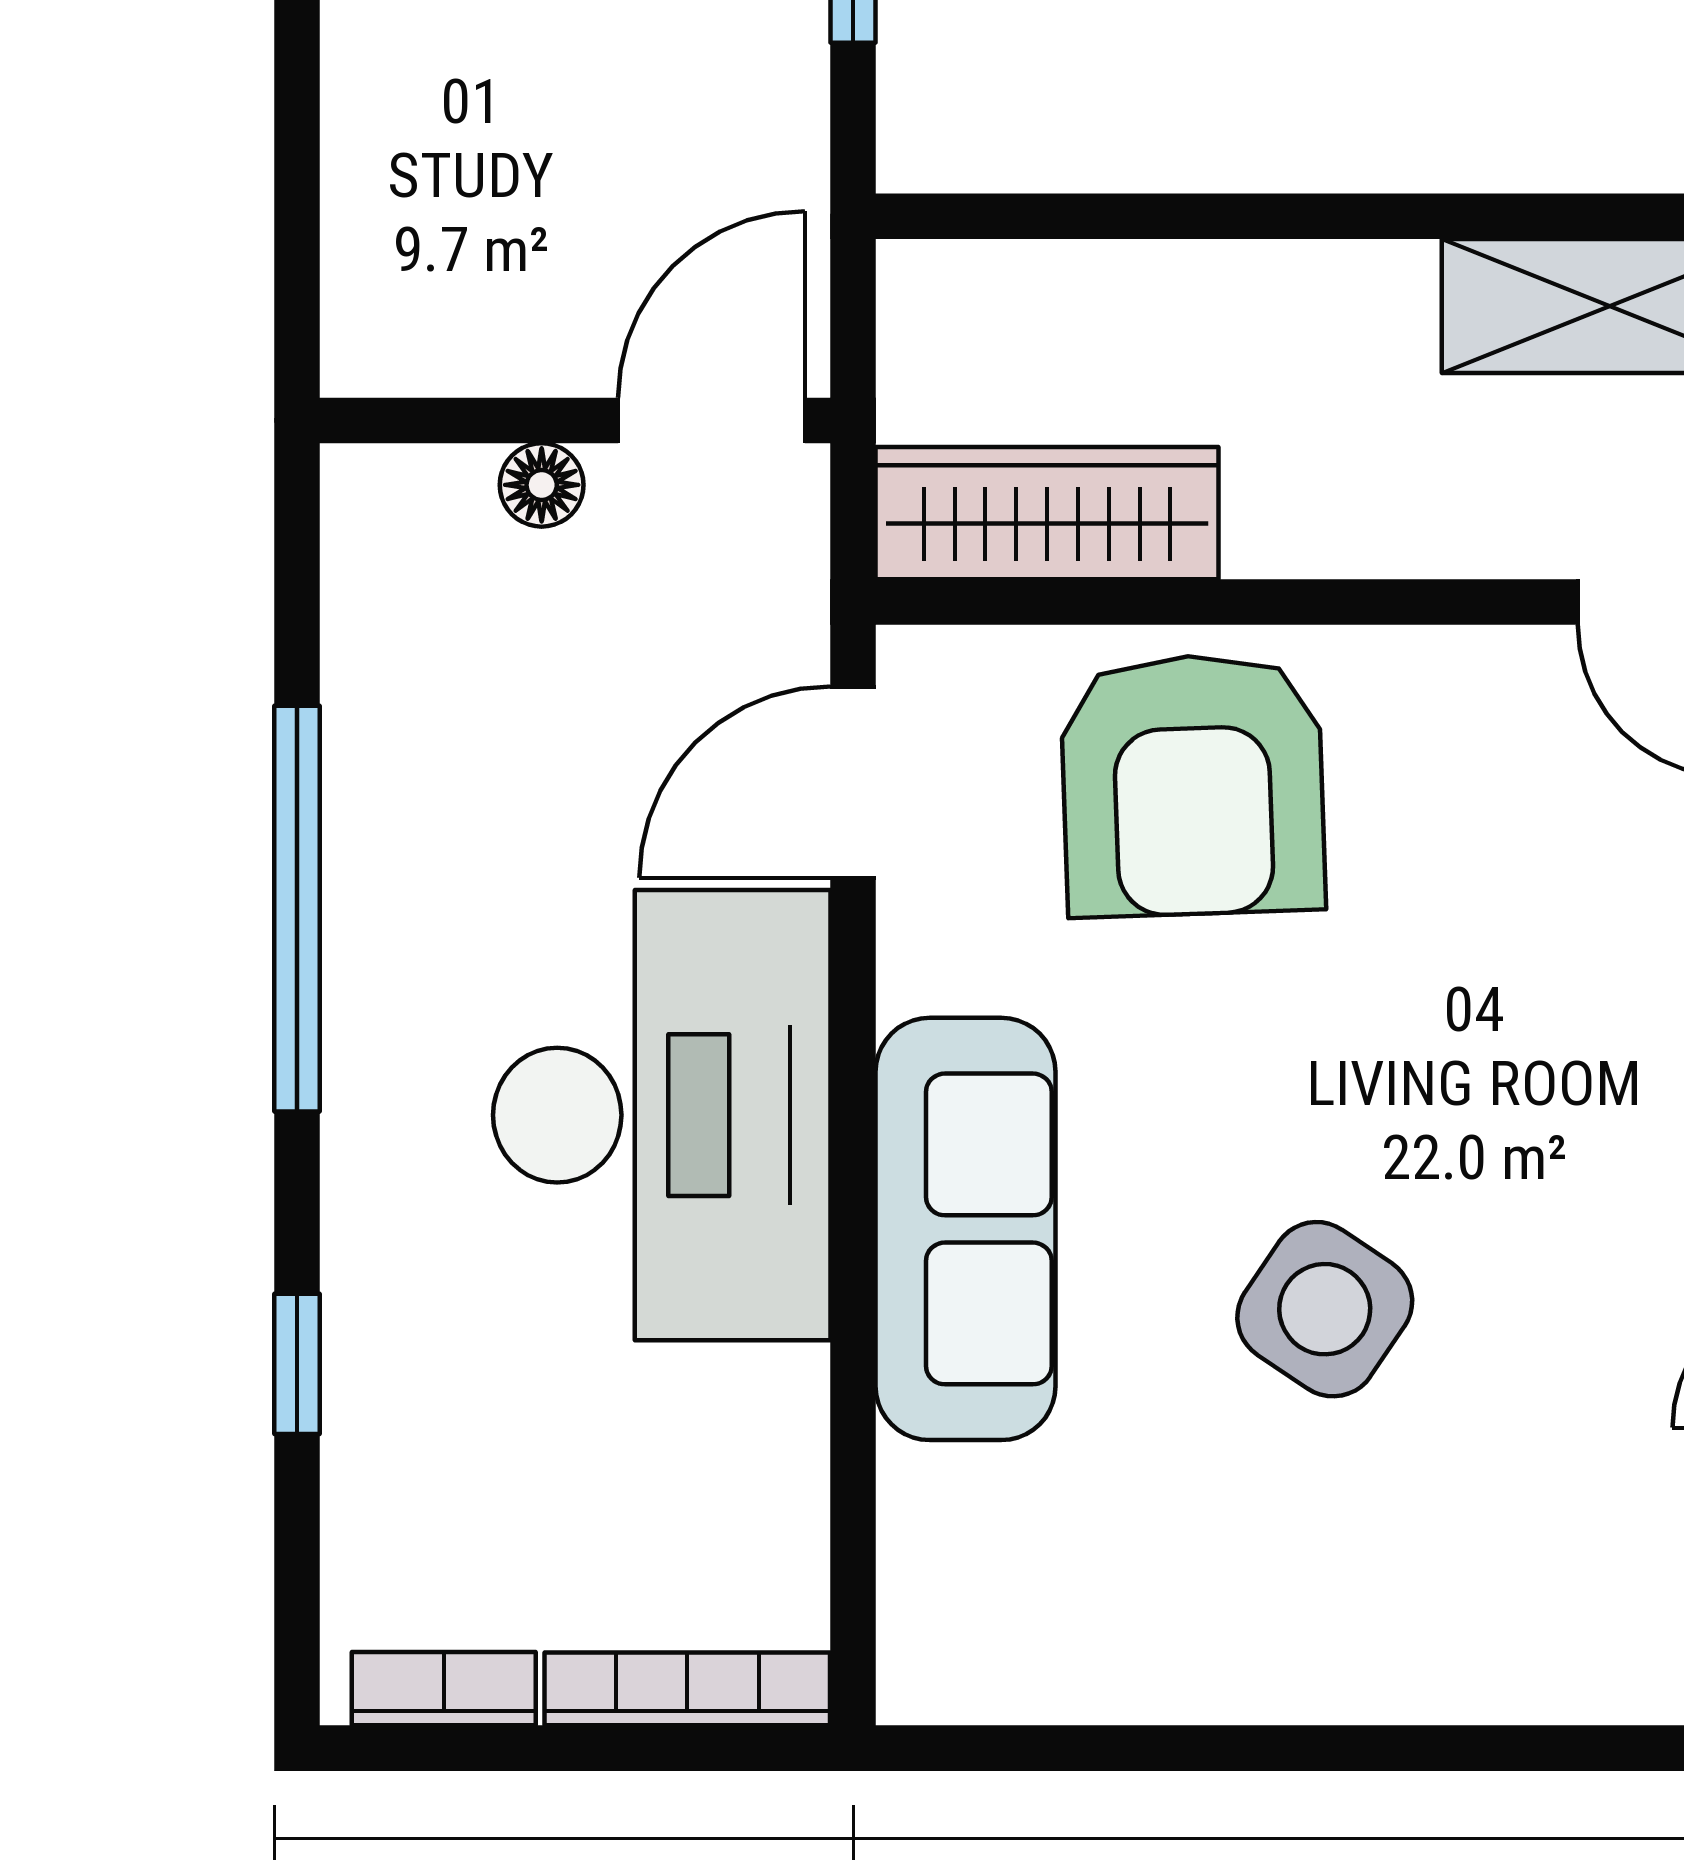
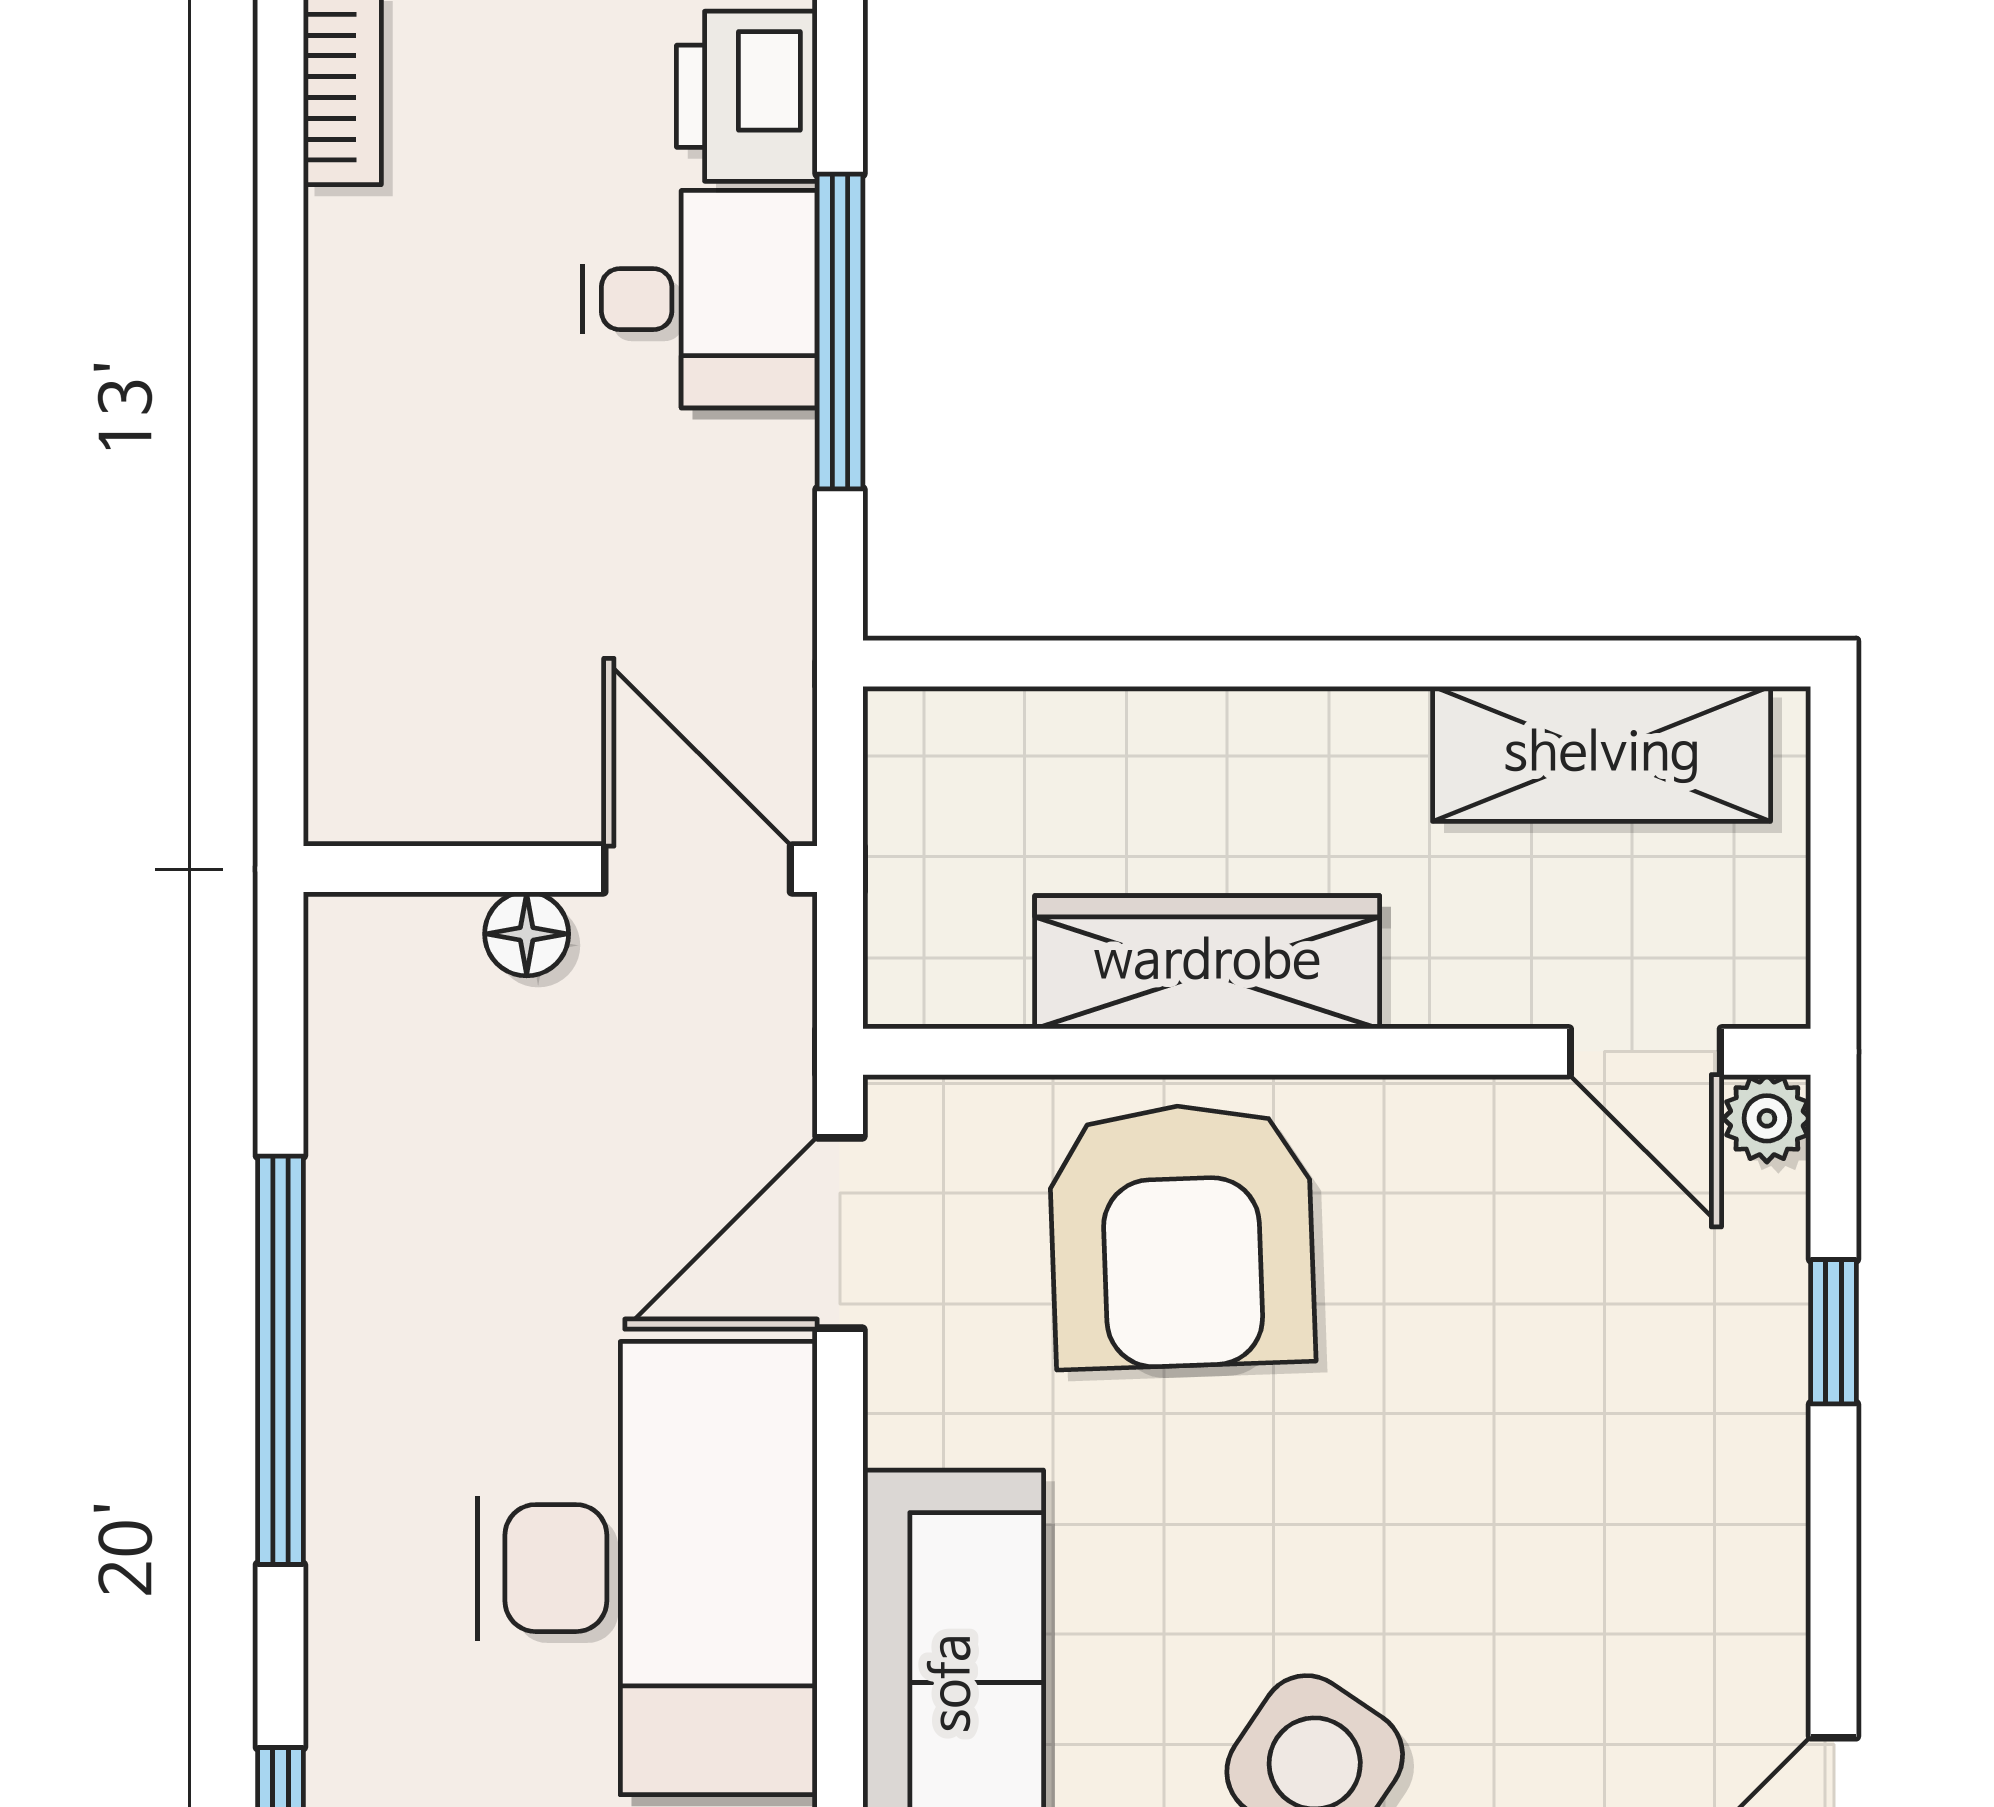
door: (712, 420) -> (698, 869), hinge flipped
wardrobe: (1047, 513) -> (1207, 962), moved

